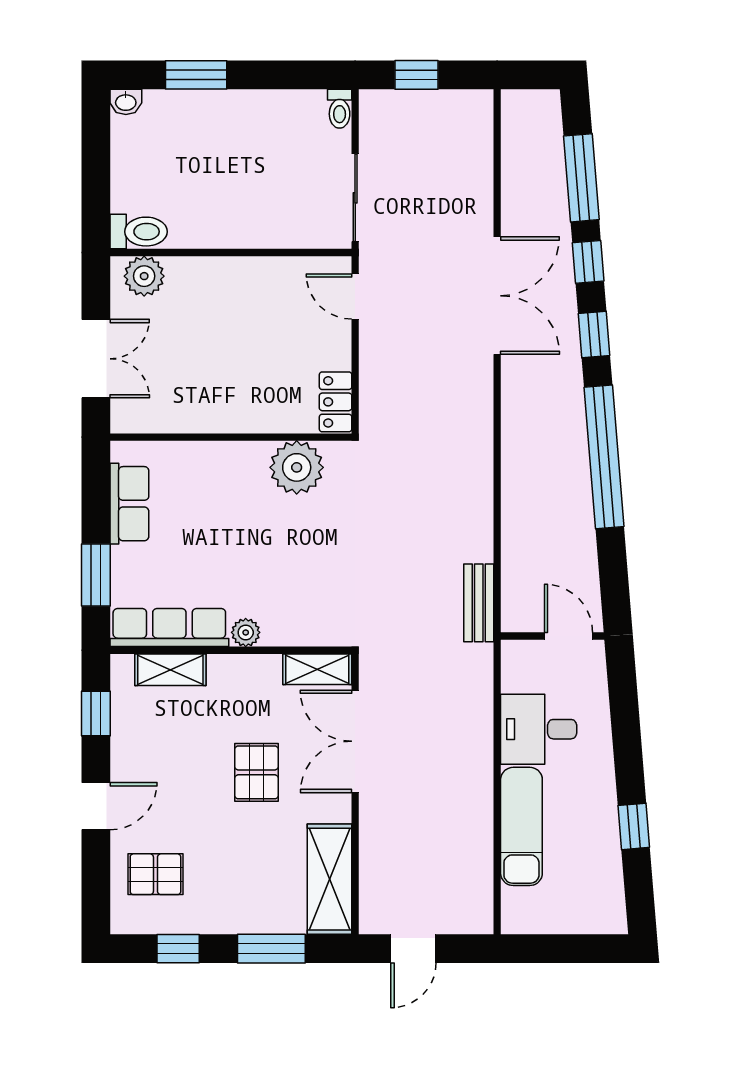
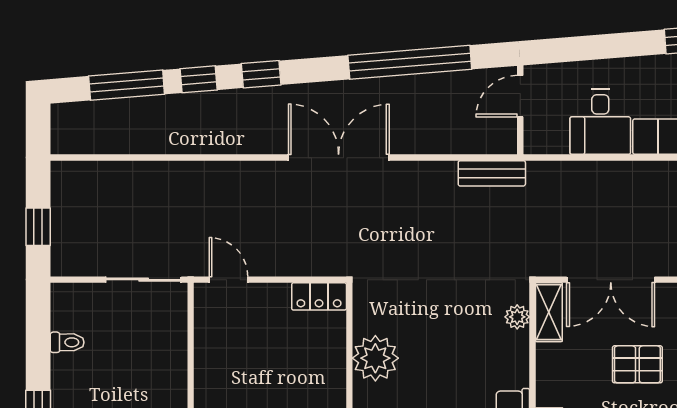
toilet: (340, 109) -> (67, 342), moved
double door: (497, 296) -> (339, 158), moved
door: (355, 297) -> (229, 280), swing flipped
window: (604, 457) -> (410, 62), moved
plant: (297, 467) -> (375, 358), moved
plant: (246, 632) -> (517, 317), moved

